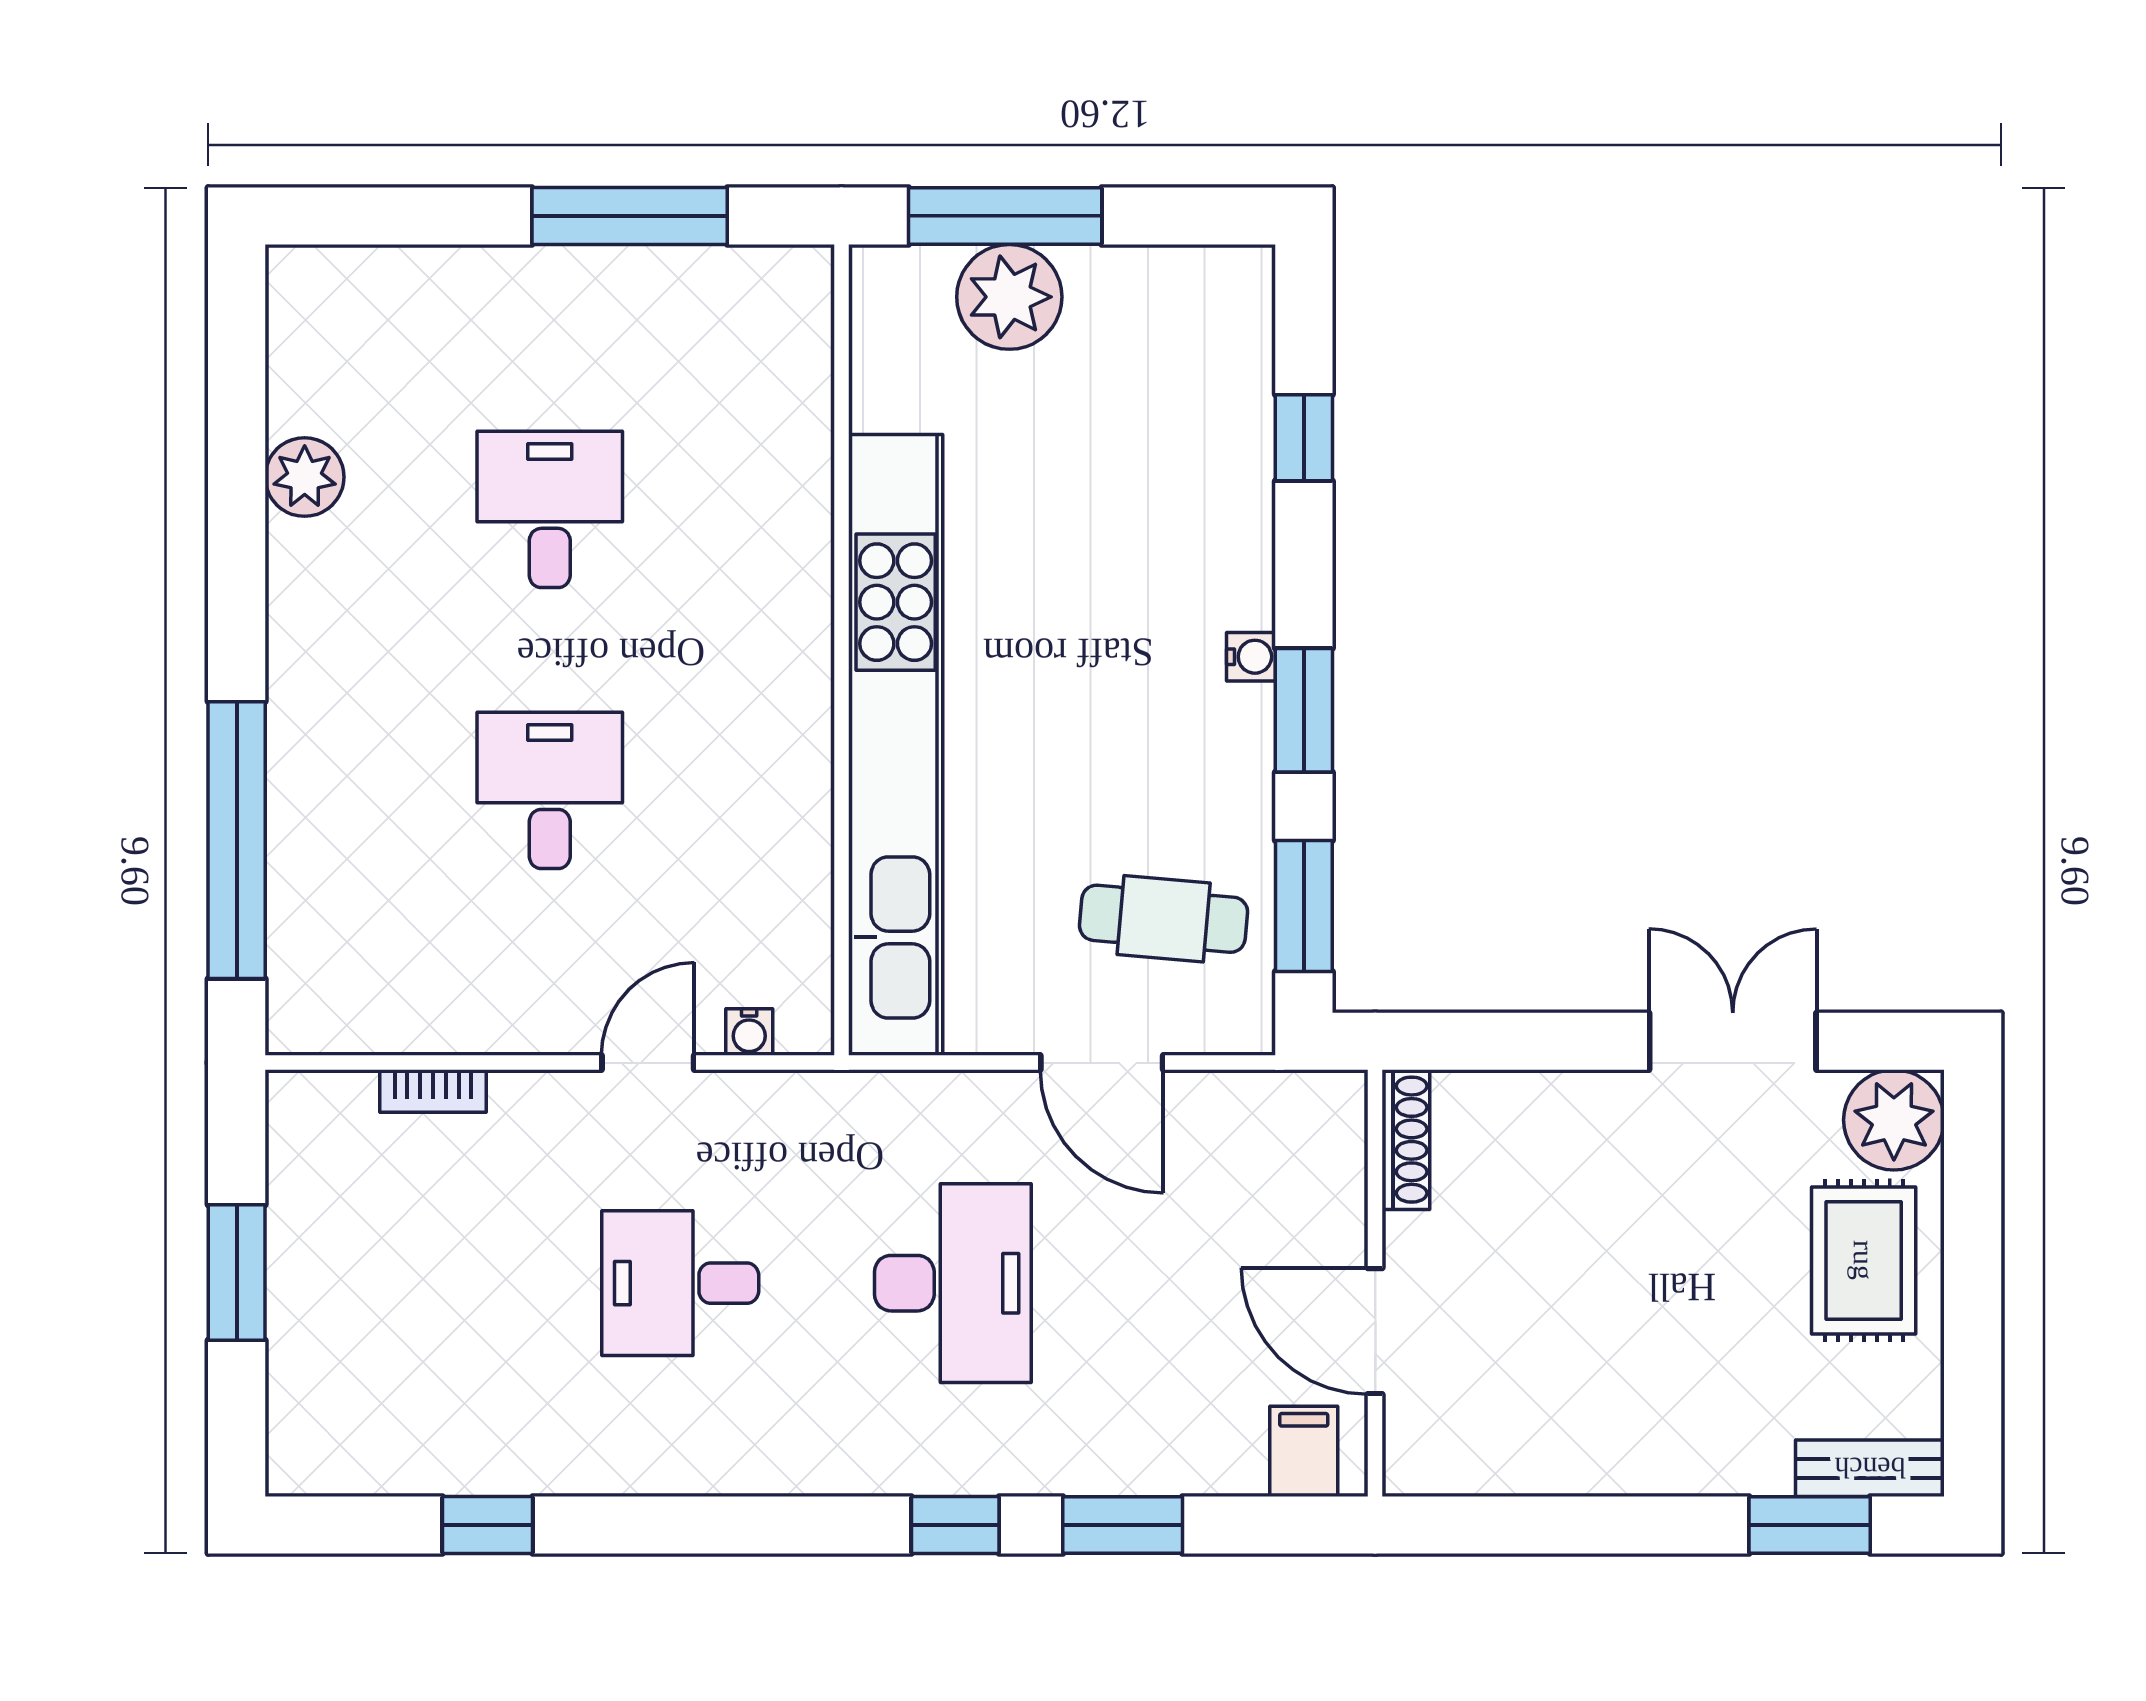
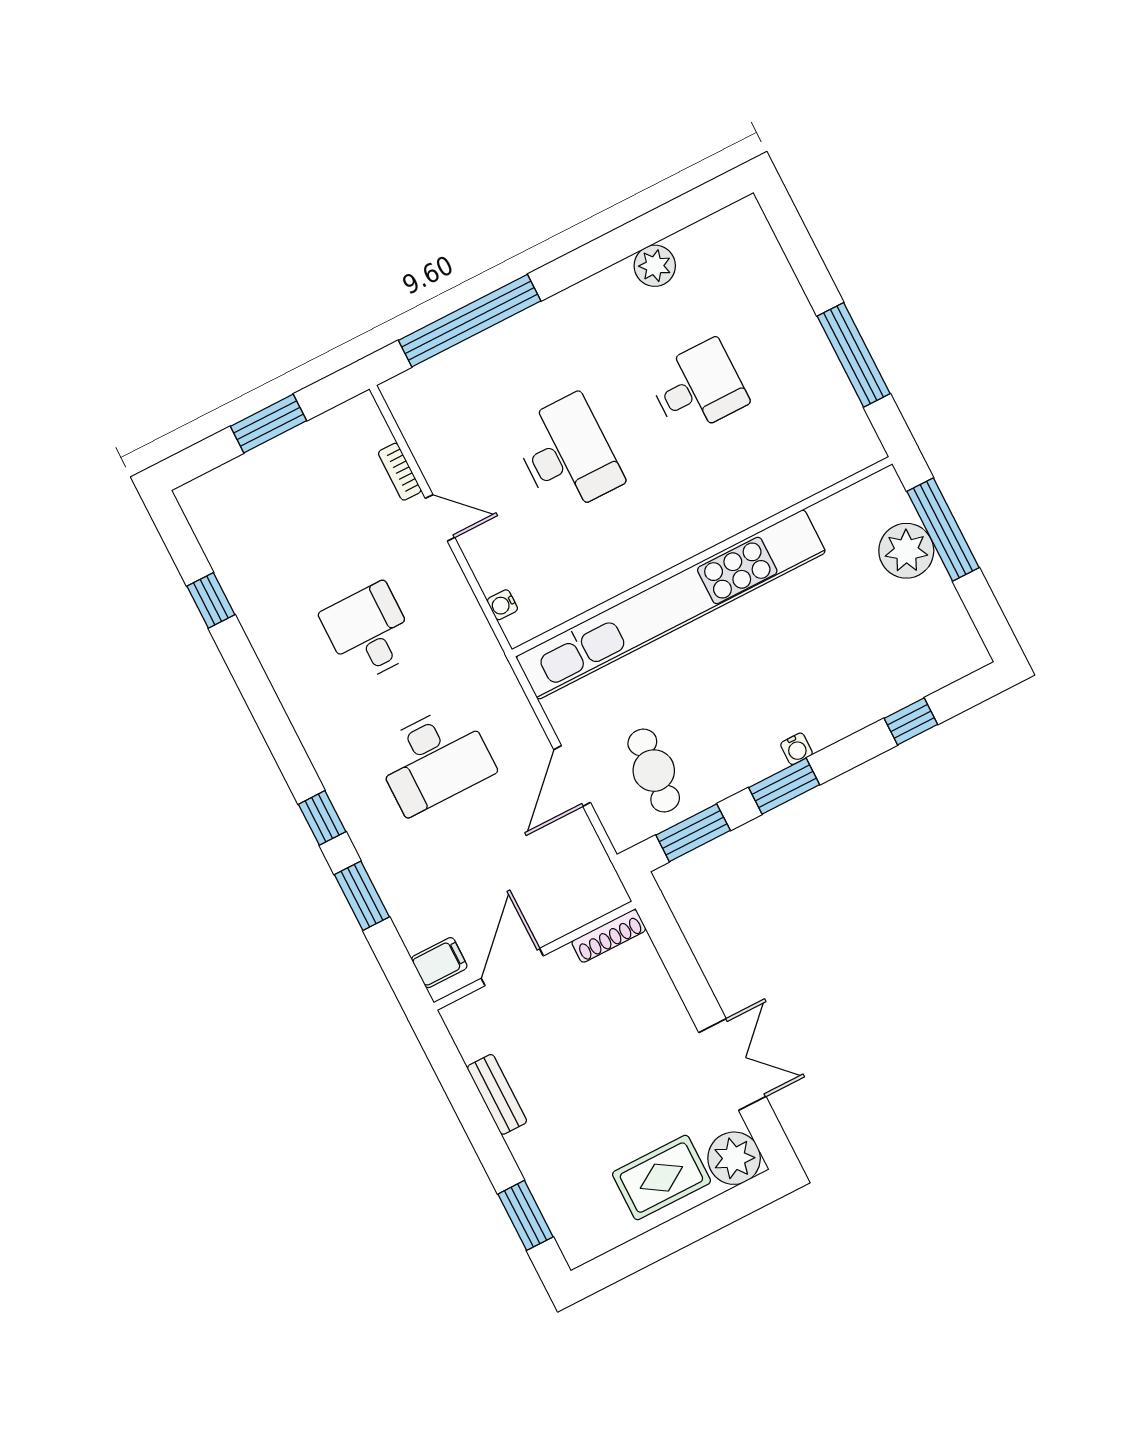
desk: (550, 790) -> (567, 454), width x1.37
door: (648, 1063) -> (440, 518), moved
bench: (1870, 1468) -> (497, 1094), moved

